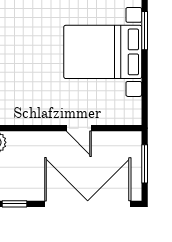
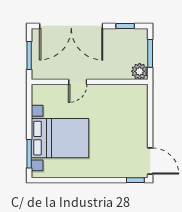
door: (79, 128) -> (78, 82), swing flipped

